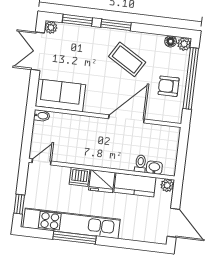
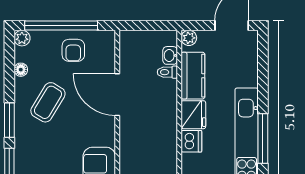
floor lamp: (171, 41) -> (21, 70), moved

